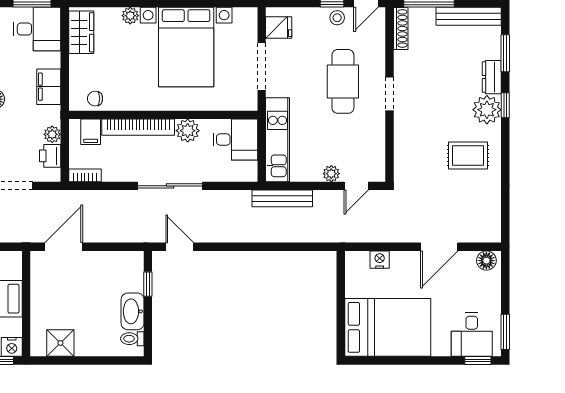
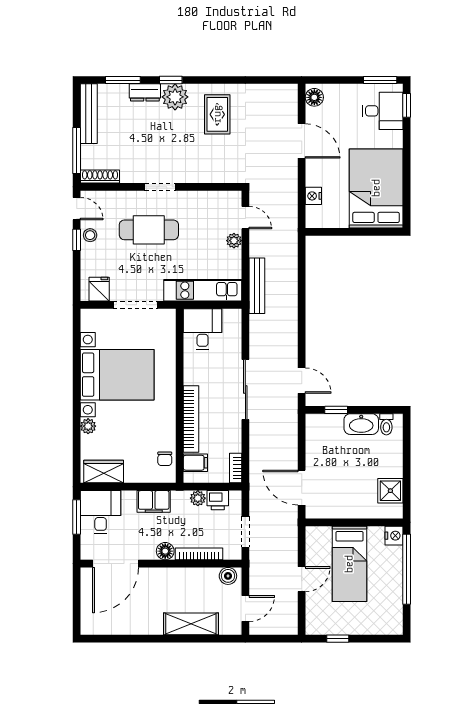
plant: (188, 131) -> (194, 373), removed
door: (180, 247) -> (302, 381), swing flipped

